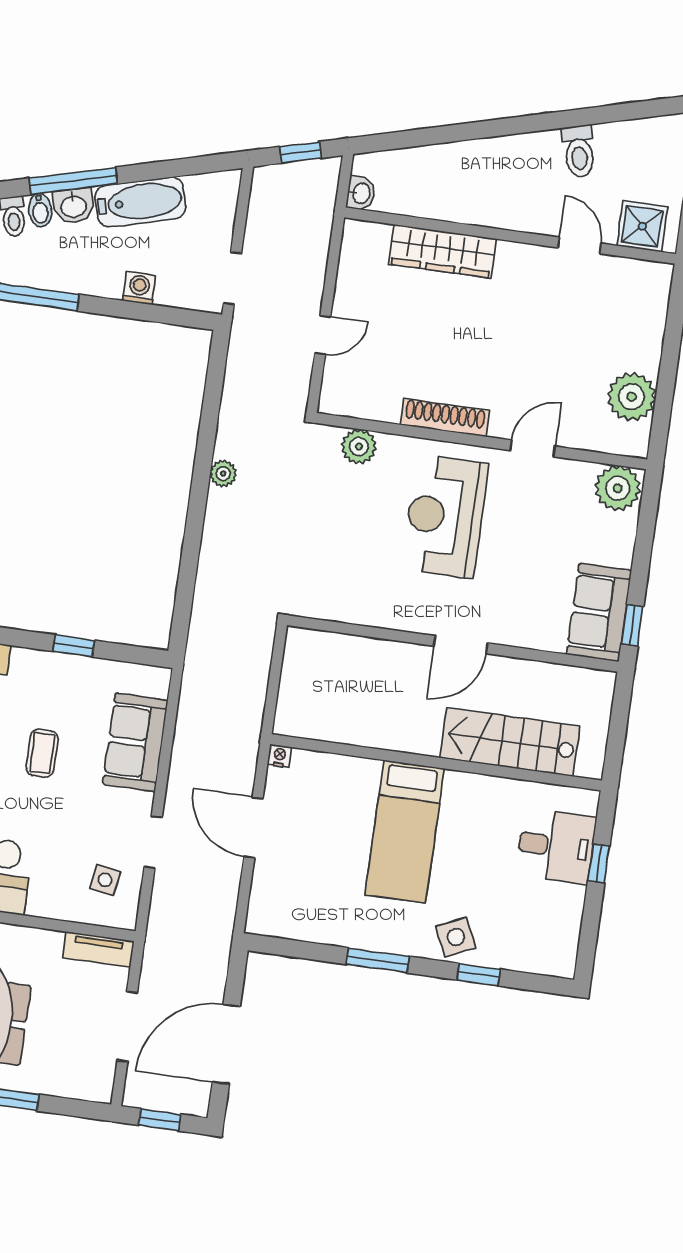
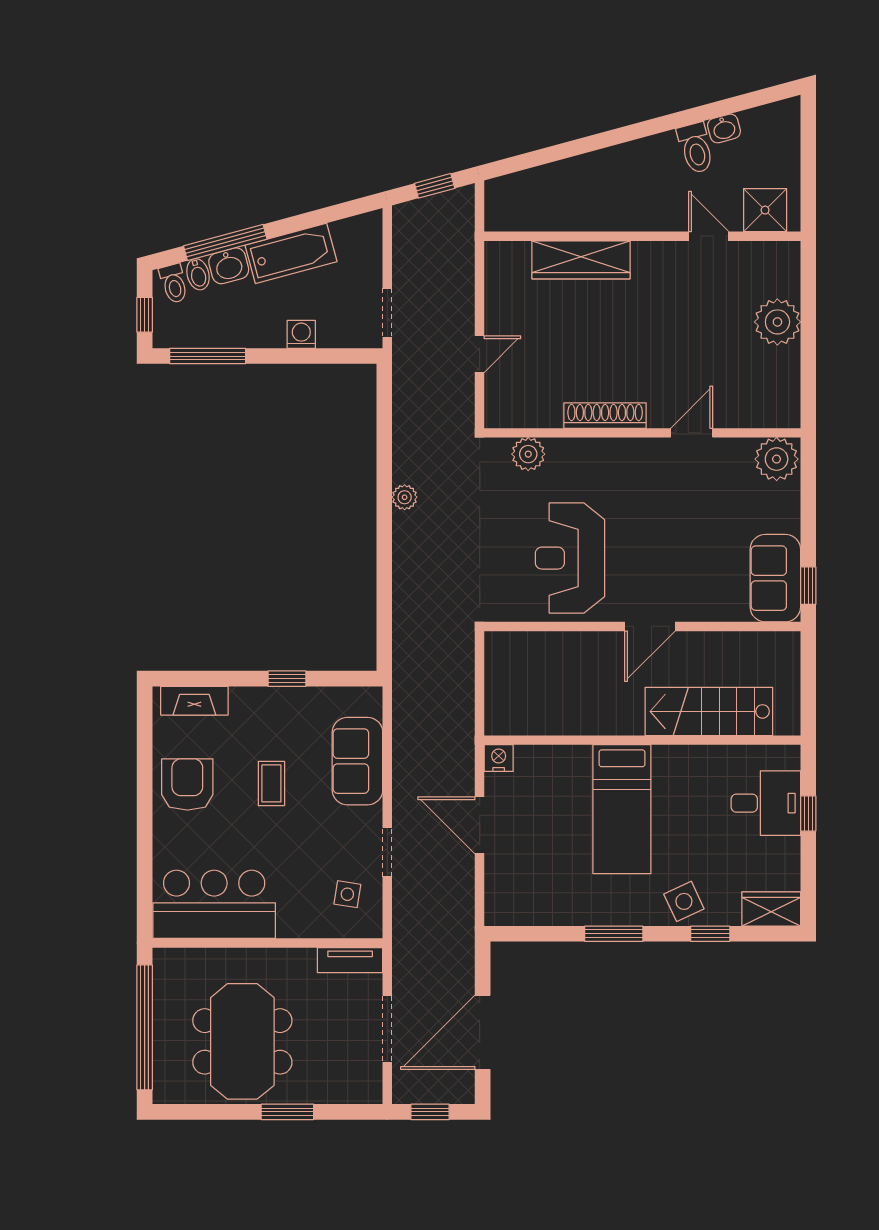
washbasin: (361, 193) -> (724, 128), moved, turned 75
plant: (631, 397) -> (777, 322), moved
reception desk: (445, 516) -> (570, 558), moved
nightstand: (280, 756) -> (499, 758), width x1.39, depth x1.35
wardrobe: (546, 958) -> (771, 909), added

